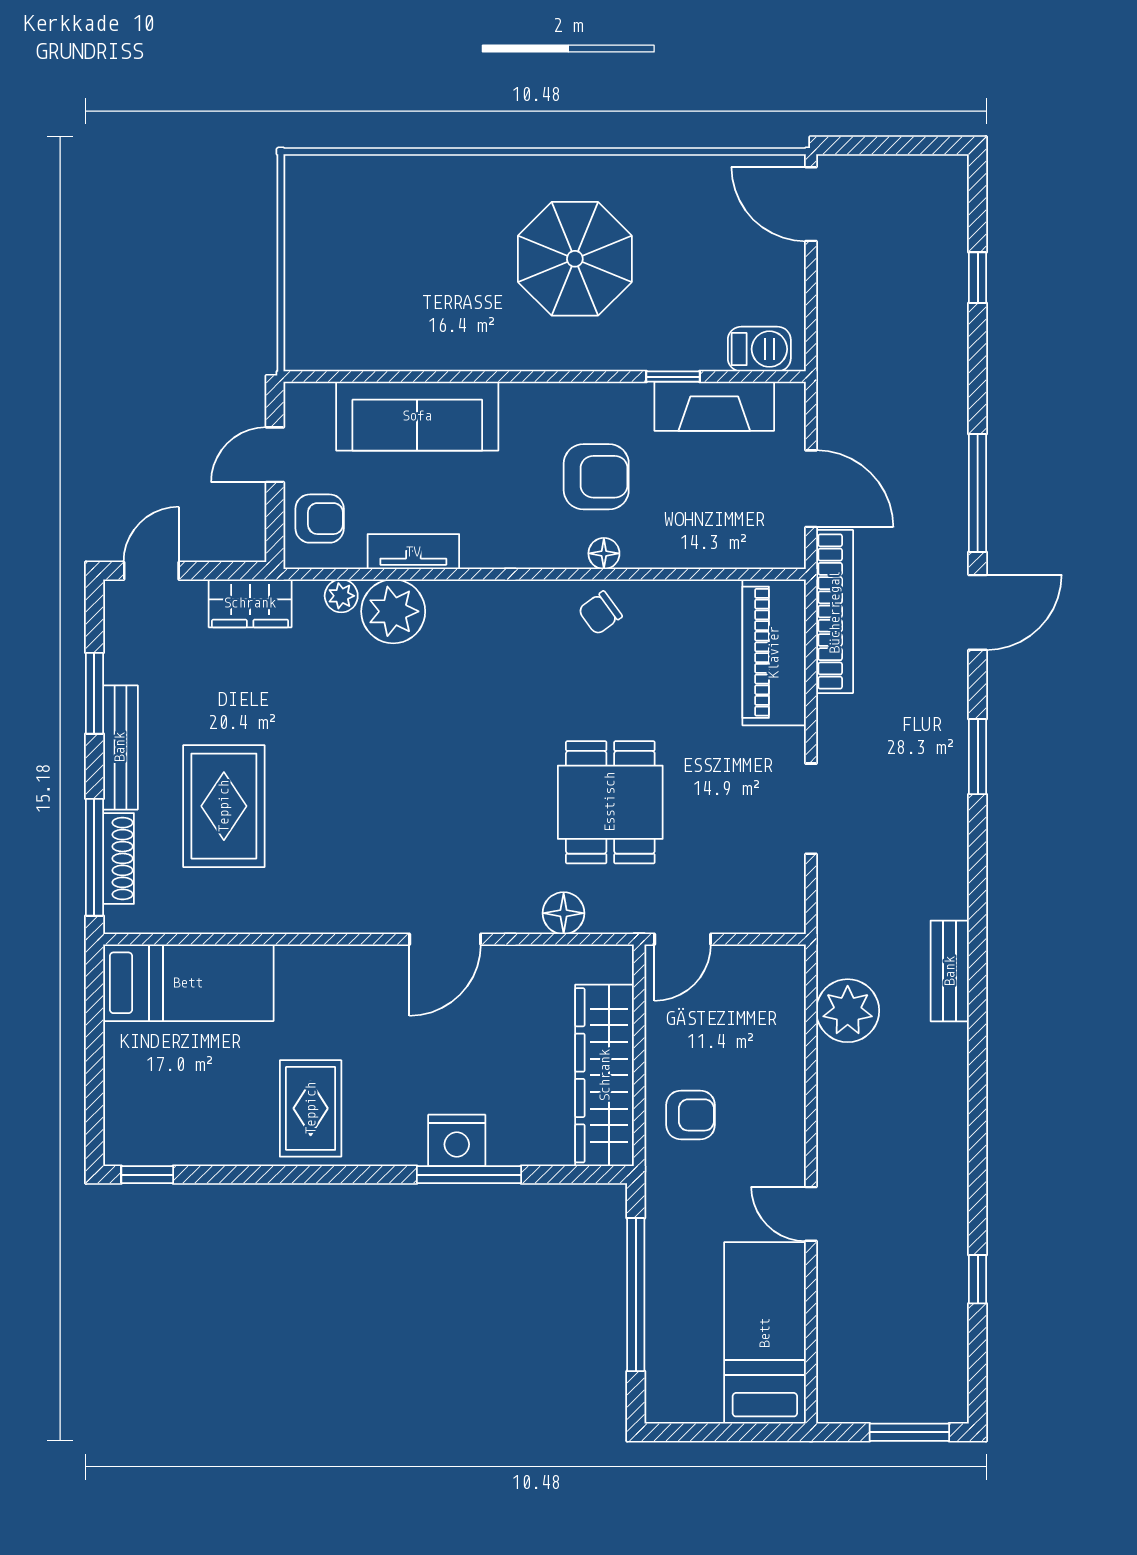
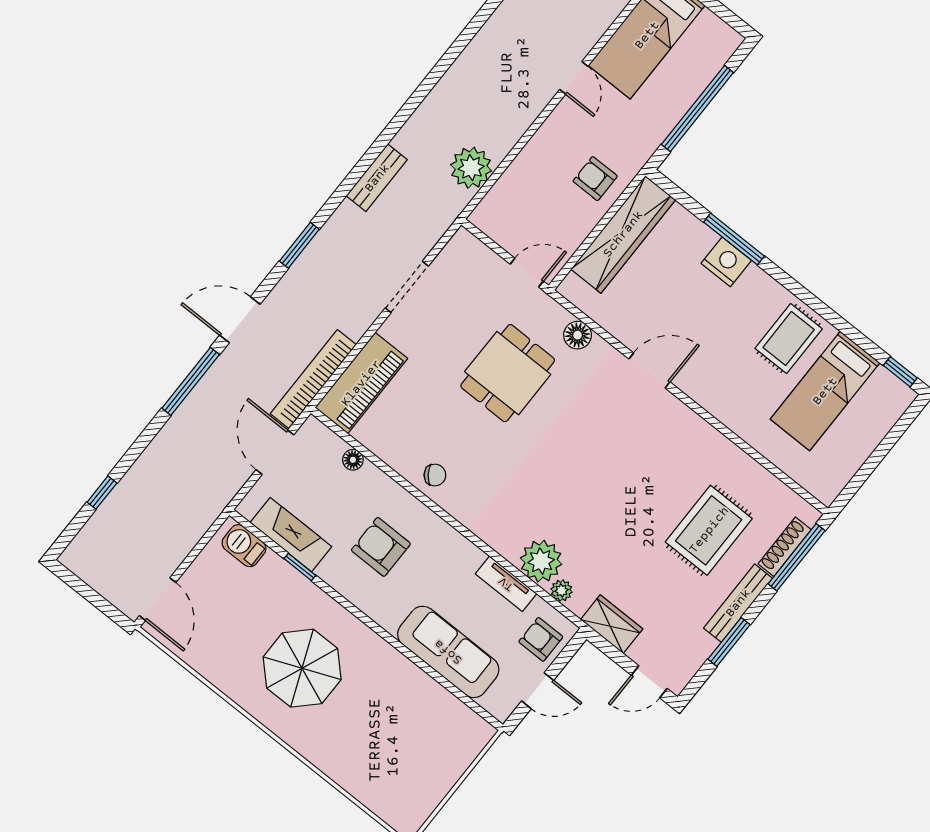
floor lamp: (604, 553) -> (353, 460), moved
bench: (950, 971) -> (377, 178), moved
bed: (188, 983) -> (825, 391), moved, turned -90

